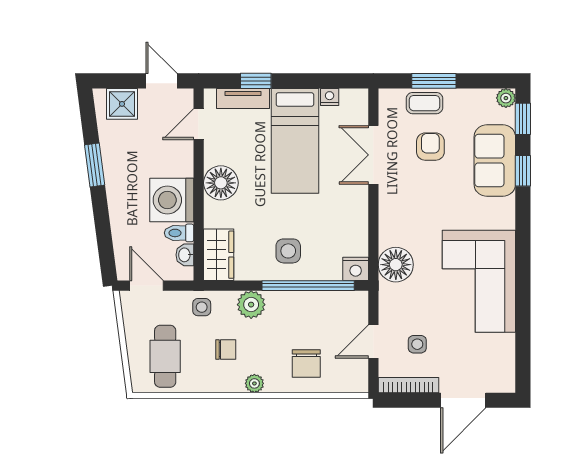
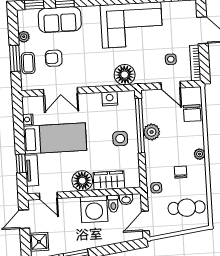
plant: (506, 98) -> (24, 37), moved
wardrobe: (219, 255) -> (109, 180), moved
nightstand: (356, 269) -> (110, 99), moved, turned -90
plant: (251, 305) -> (152, 132), moved
chair: (306, 364) -> (192, 113), moved, turned 90

